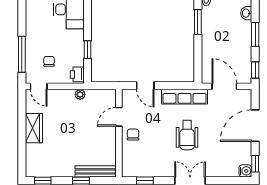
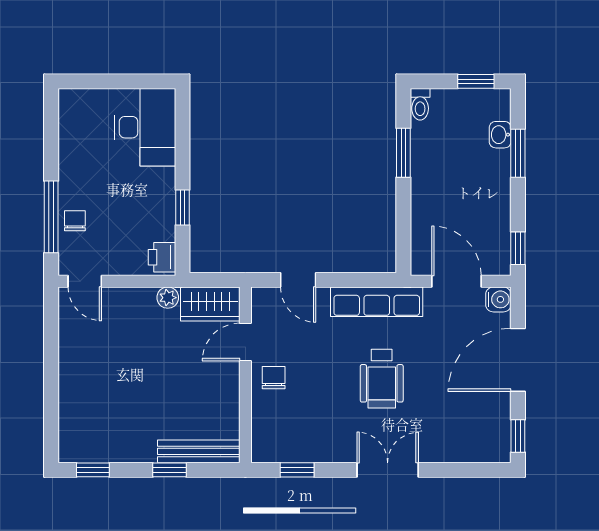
window: (255, 34) -> (518, 153), moved
chair: (49, 61) -> (75, 221), moved
wardrobe: (34, 128) -> (210, 304), moved, turned 90
water cooler: (245, 171) -> (498, 299), moved

